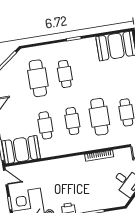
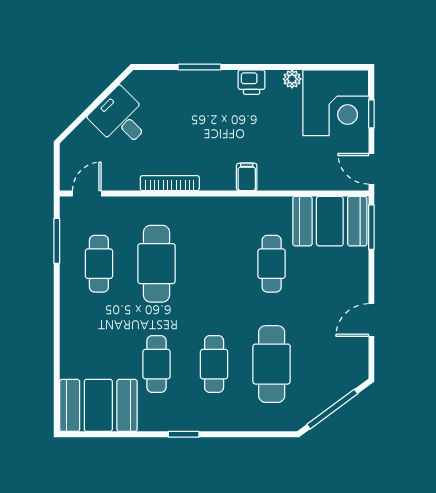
cafe table: (72, 121) -> (157, 364), moved
filing cabinet: (63, 164) -> (247, 177), added

